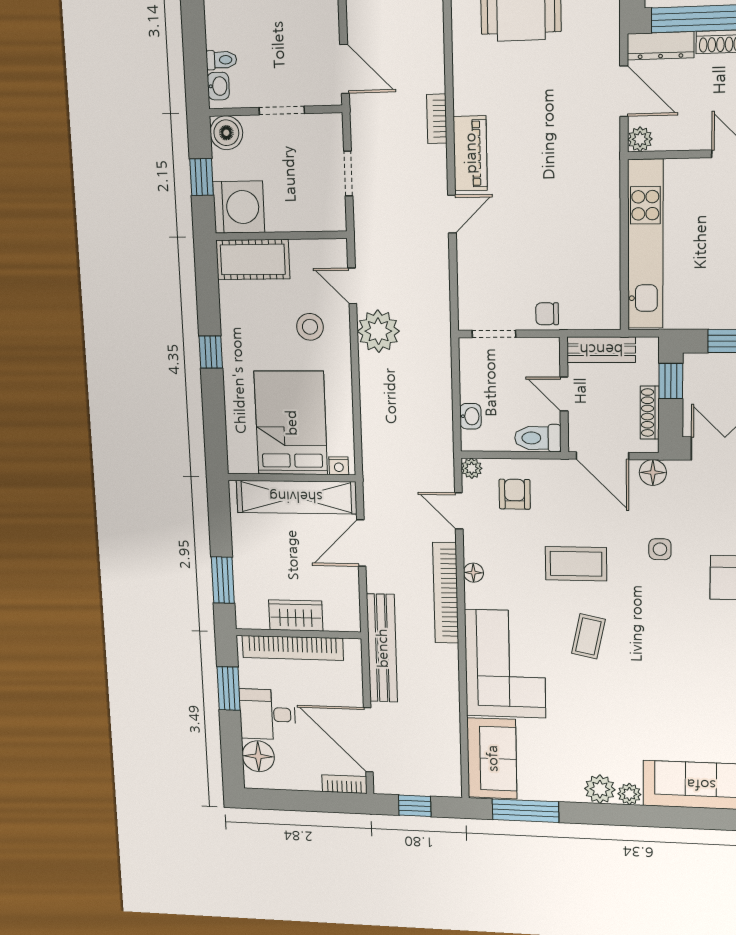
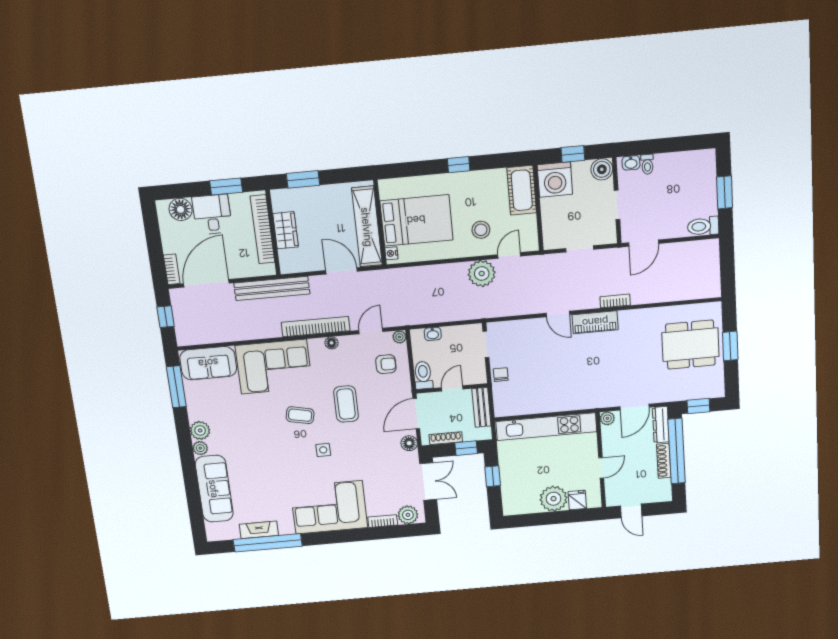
side table: (660, 549) -> (323, 450), moved

